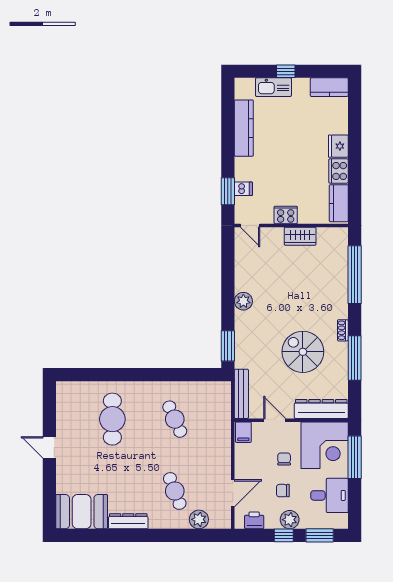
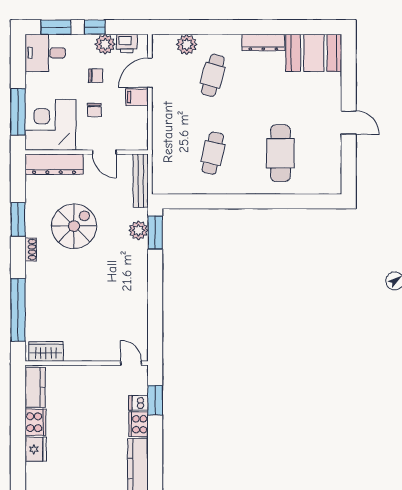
cooker: (286, 215) -> (139, 424), moved, turned 90
wardrobe: (300, 236) -> (46, 351), moved
plant: (243, 301) -> (138, 230), moved
spiral stairs: (303, 352) -> (74, 226), turned -90
window: (355, 358) -> (18, 219), width x0.69
cafe table: (175, 419) -> (213, 153), turned 36
filing cabinet: (243, 432) -> (137, 97), moved, turned -90
cafe table: (175, 491) -> (213, 75), turned 36
desk: (329, 495) -> (45, 53), moved
plant: (290, 520) -> (105, 44), moved

